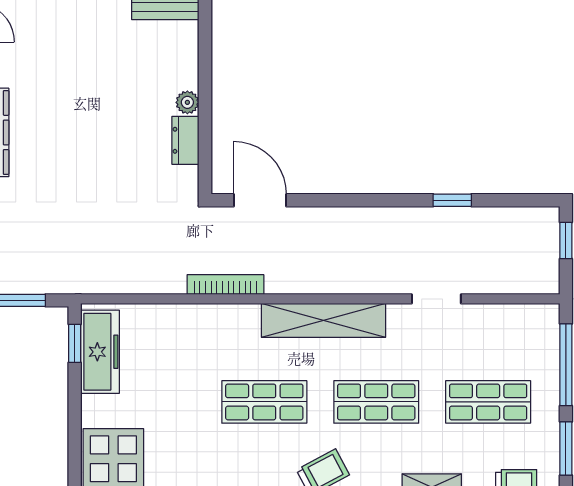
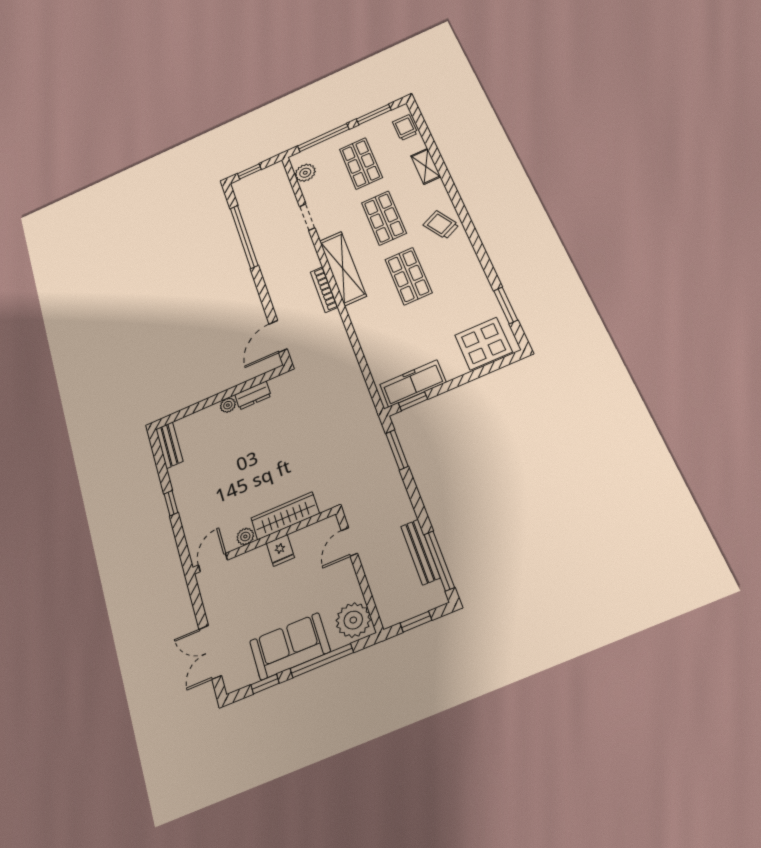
window: (452, 200) -> (244, 237), width x3.17
bookcase: (225, 284) -> (324, 290), moved
plant: (517, 320) -> (305, 173), added

